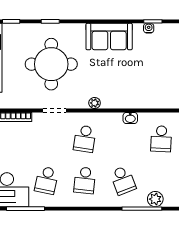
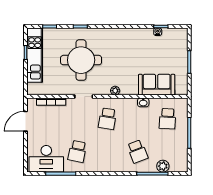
sofa: (109, 37) -> (157, 85), moved, turned 180
school desk: (85, 180) -> (107, 151), removed

